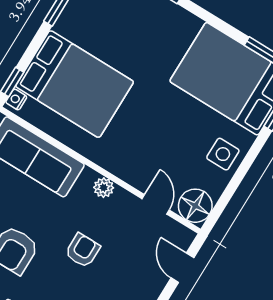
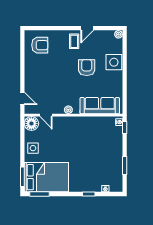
bed: (75, 84) -> (102, 141), removed
armchair: (83, 250) -> (62, 83), removed

